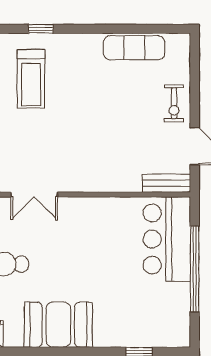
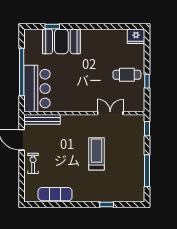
treadmill: (31, 79) -> (97, 154), moved
bench: (166, 183) -> (42, 119), width x1.36
booth: (58, 325) -> (61, 41), moved

